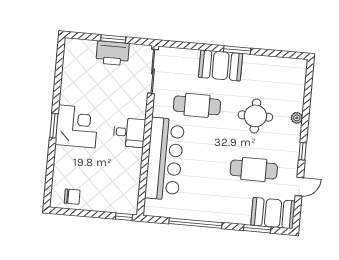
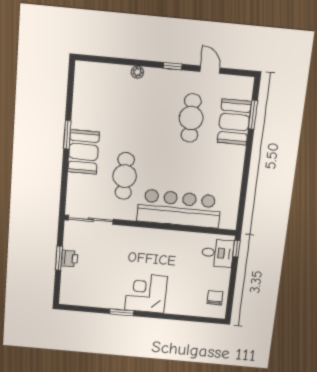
printer: (113, 53) -> (69, 258), width x0.53, depth x0.68
round table: (255, 116) -> (135, 116), removed
window: (54, 126) -> (122, 312), moved
desk: (129, 132) -> (218, 253), moved, turned 90
booth: (273, 213) -> (234, 122), moved
window: (195, 223) -> (245, 178), removed

